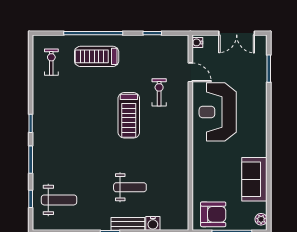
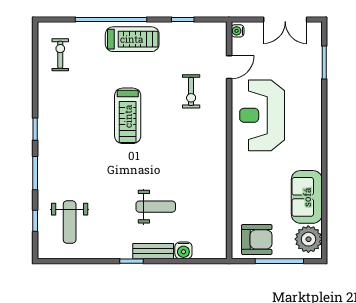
treadmill: (97, 56) -> (132, 39), moved, turned 180
door: (190, 72) -> (229, 67), hinge flipped
exercise bike: (159, 92) -> (191, 91), turned 180
treadmill: (129, 115) -> (128, 116), moved
weight bench: (59, 200) -> (70, 222), turned 90
plant: (261, 219) -> (308, 239), width x1.88, depth x1.88

